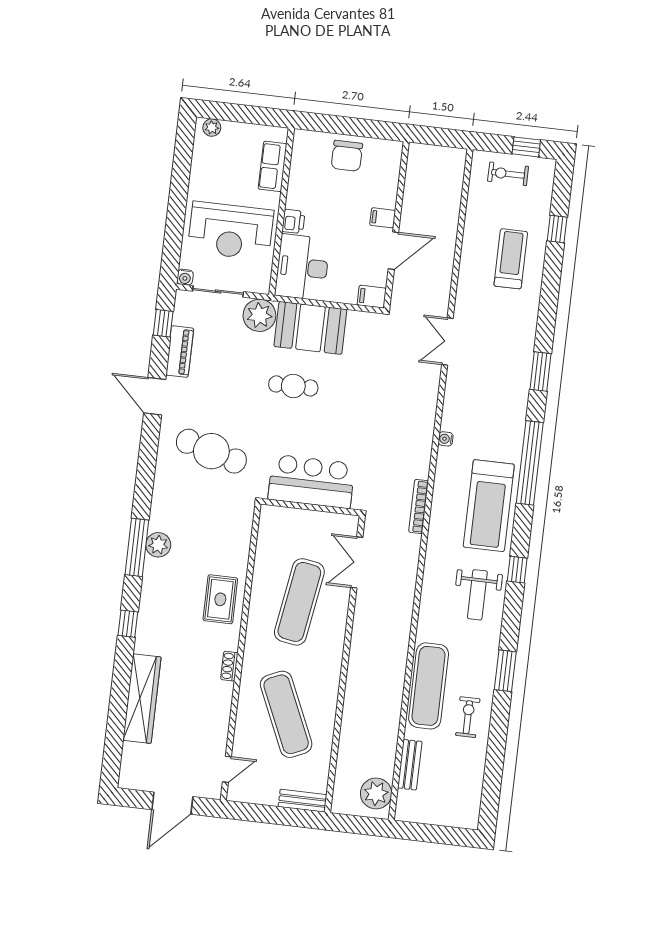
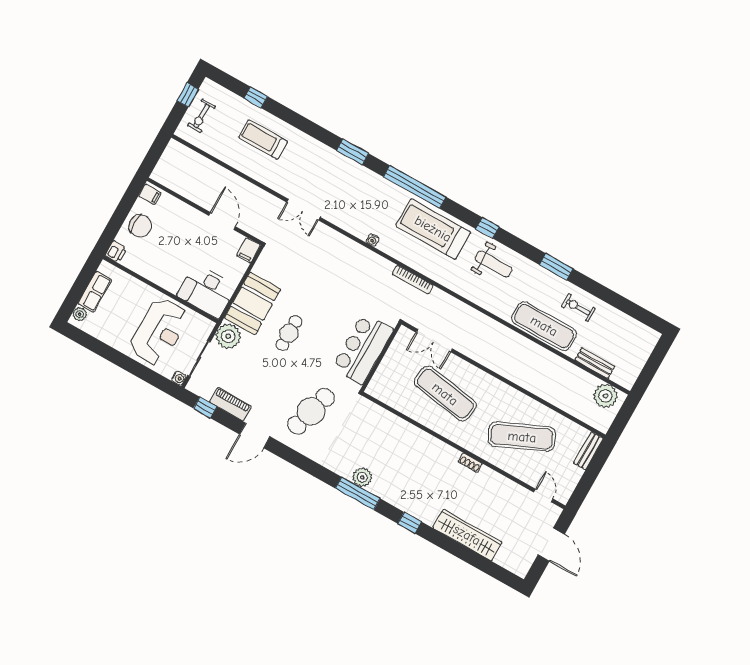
row of seats: (273, 166) -> (95, 292), moved, turned -90
filing cabinet: (383, 218) -> (150, 194), moved, turned -90
printer: (293, 221) -> (116, 252), moved, turned 90
treadmill: (489, 506) -> (433, 229), turned 180
rug: (220, 599) -> (420, 449), removed

